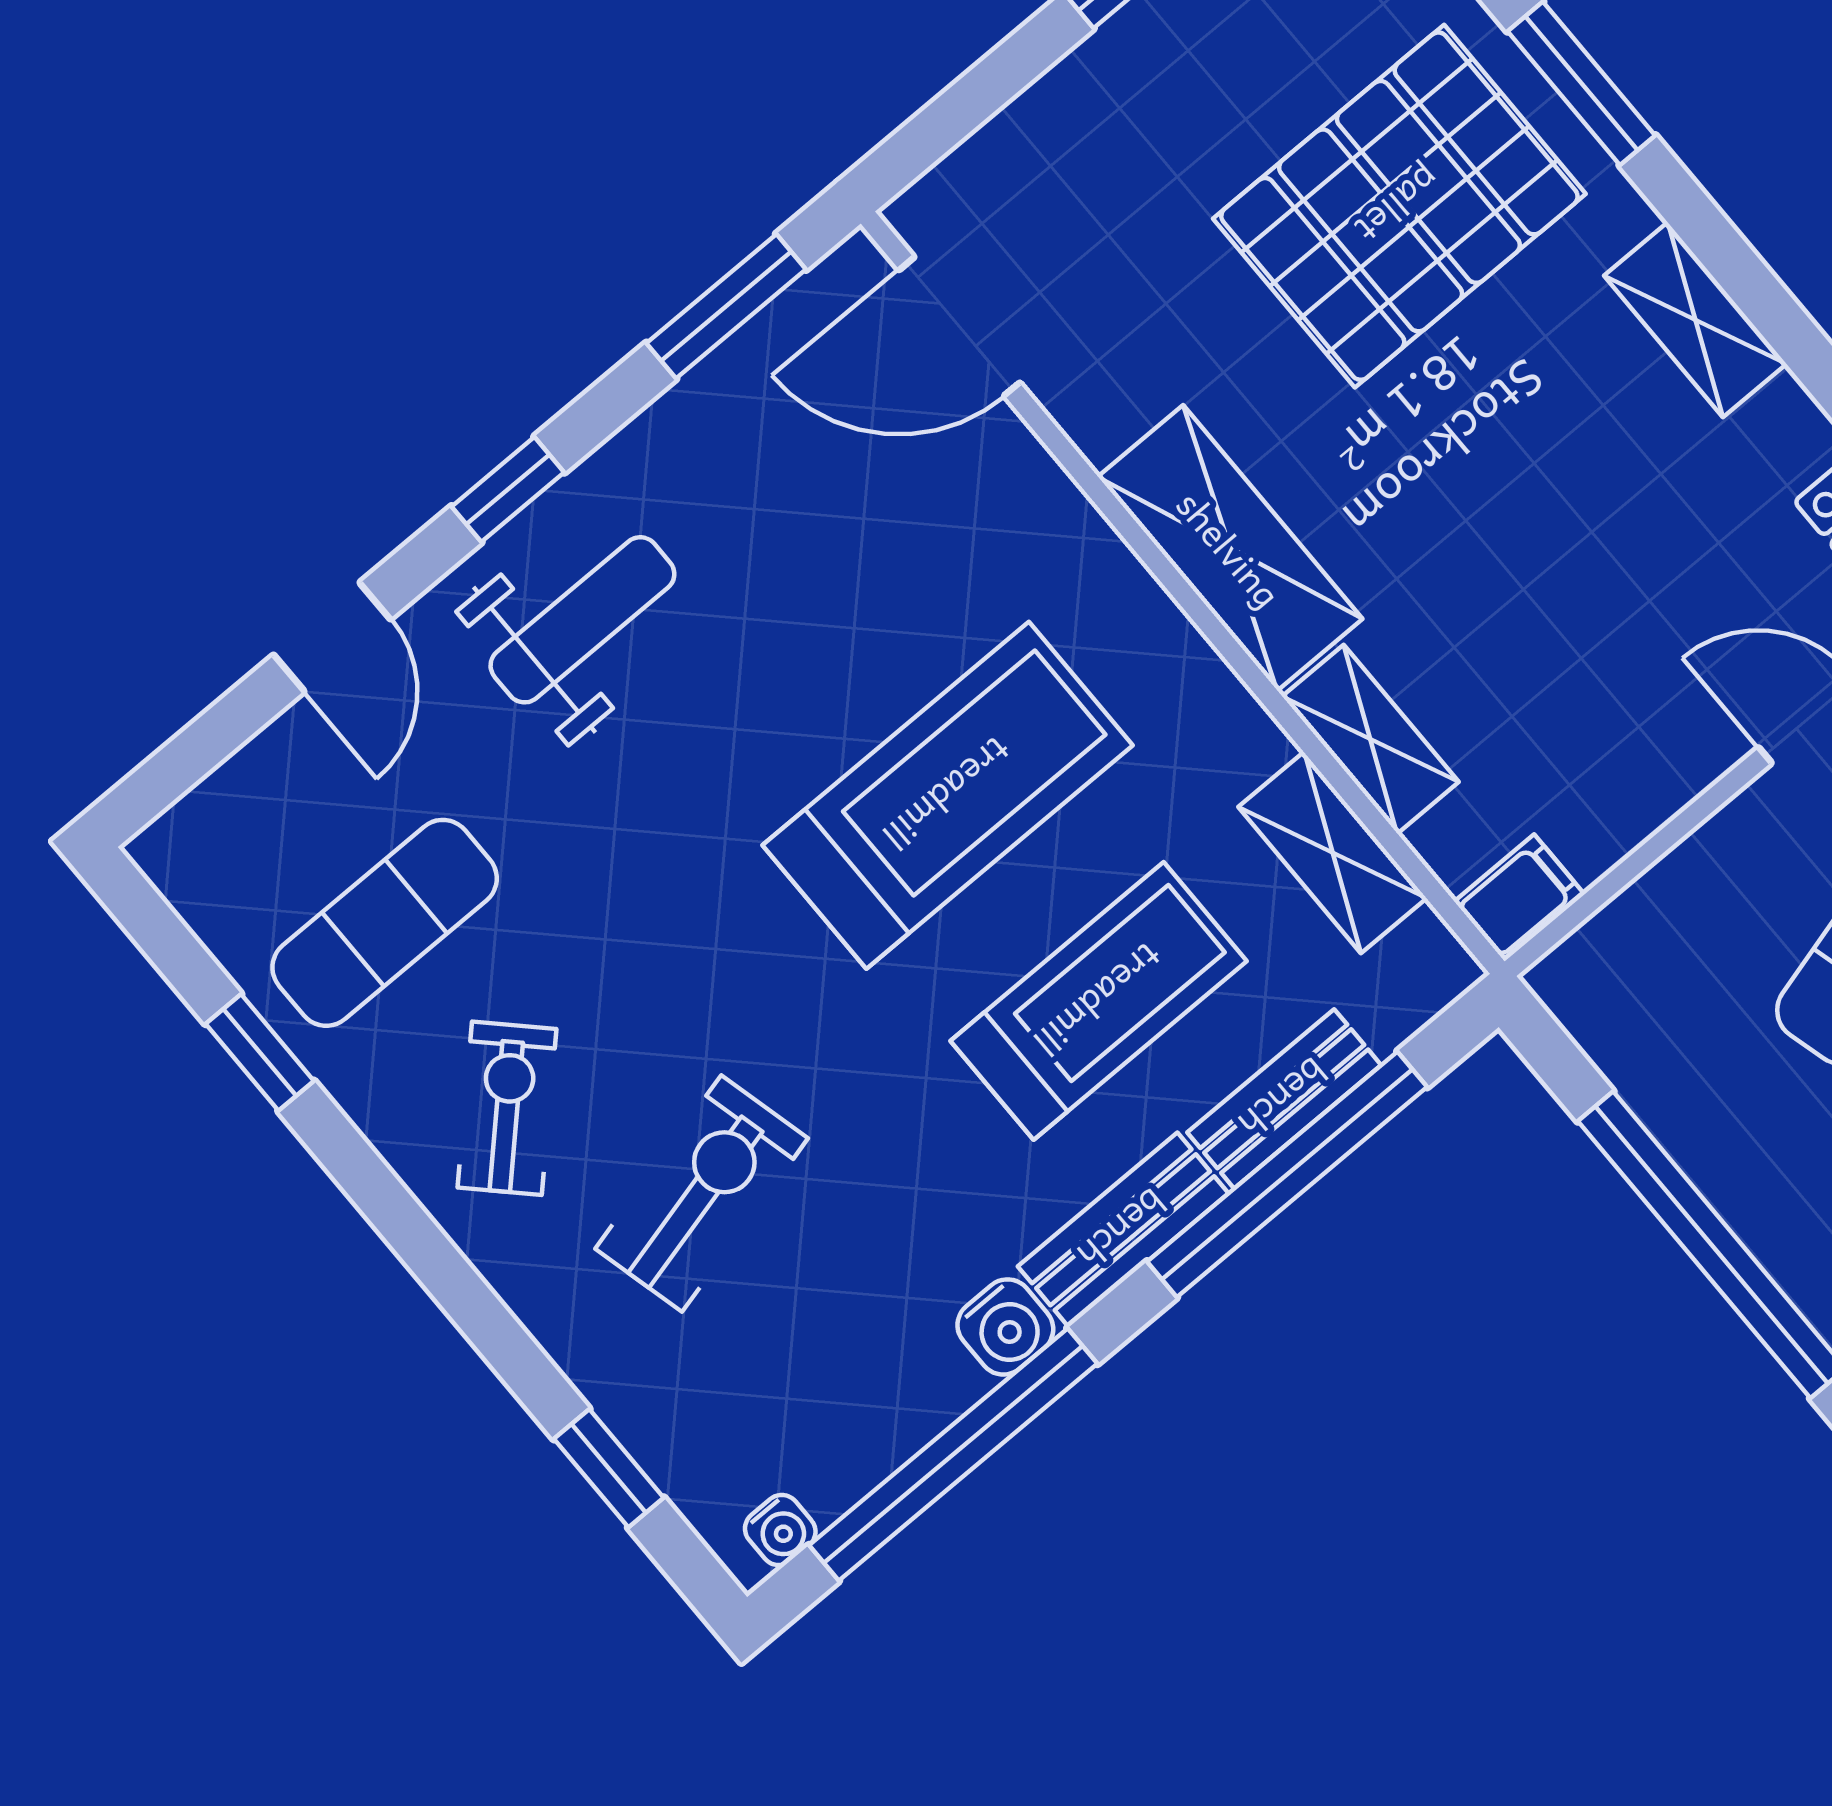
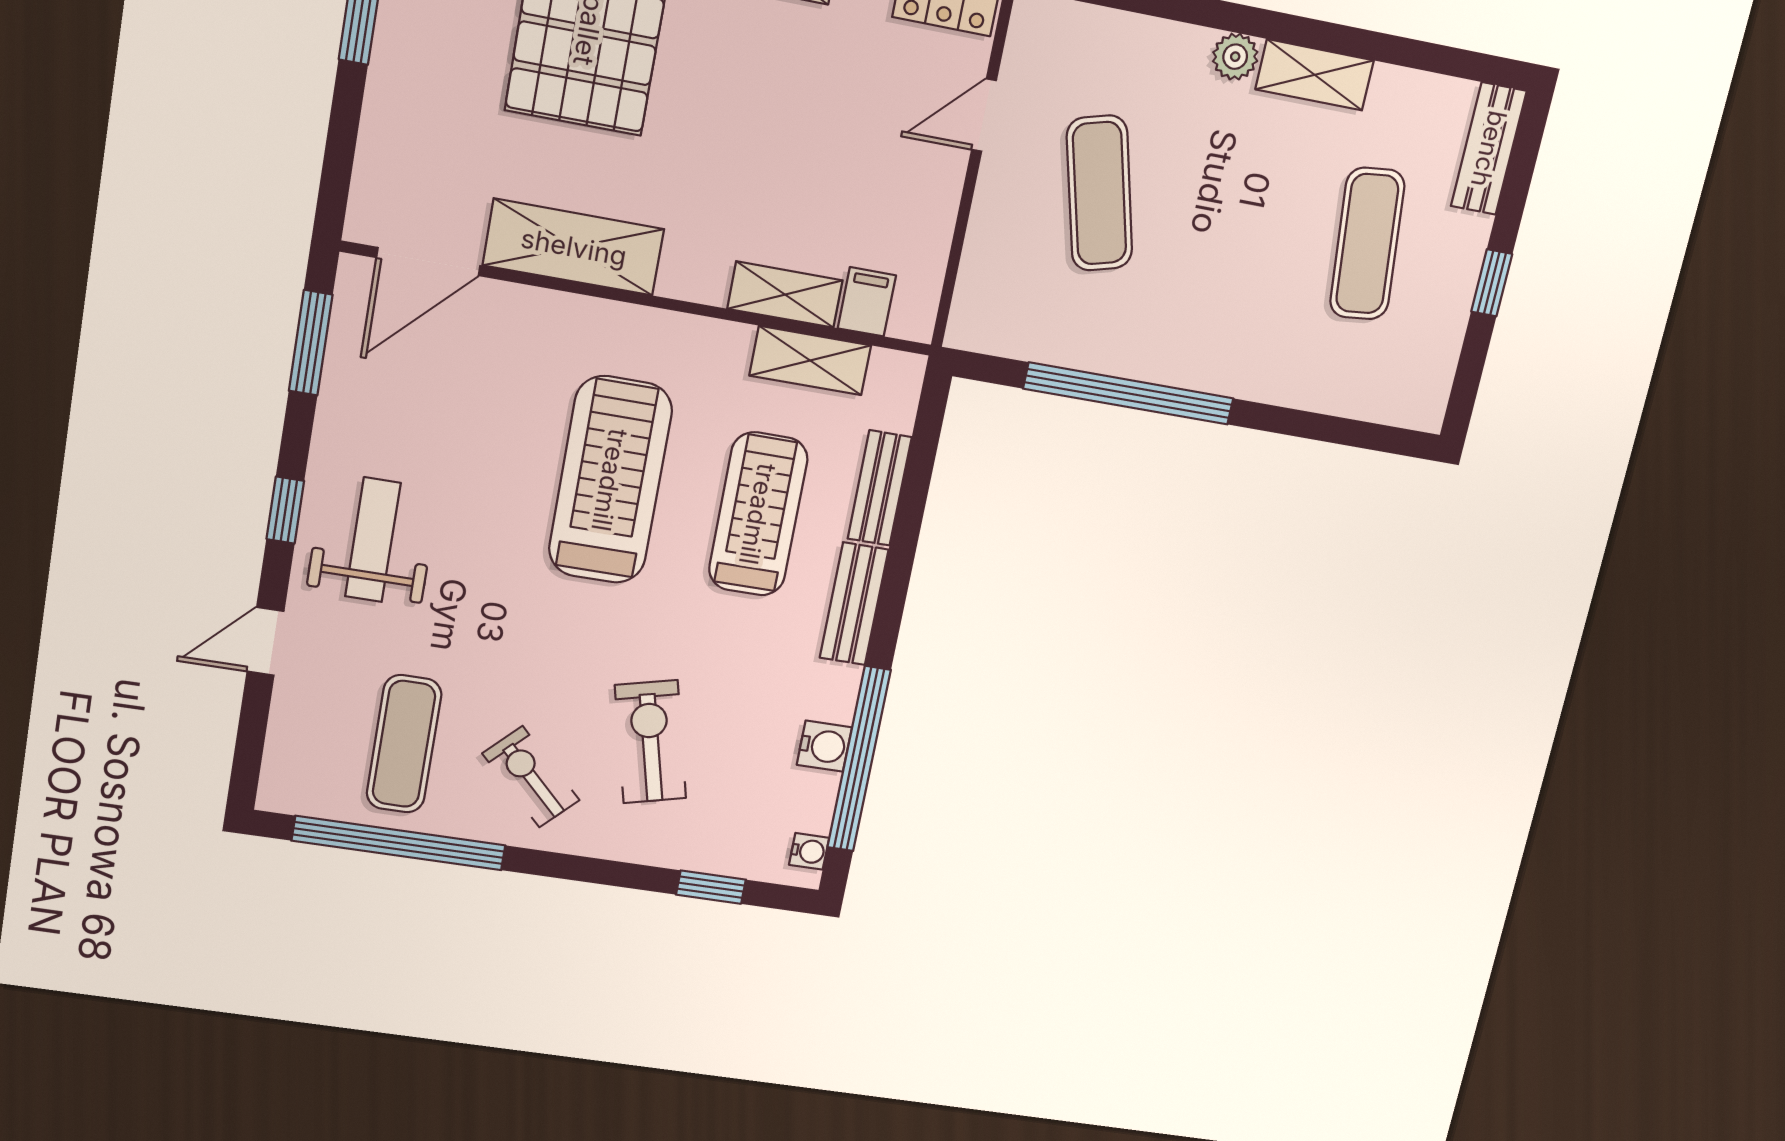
shelving: (1230, 548) -> (574, 247), moved
door: (332, 637) -> (265, 641), swing flipped
filing cabinet: (1519, 898) -> (867, 302), moved
window: (260, 1052) -> (399, 843), width x3.17
window: (1287, 1174) -> (909, 520), removed
water cooler: (1005, 1327) -> (824, 746), moved

